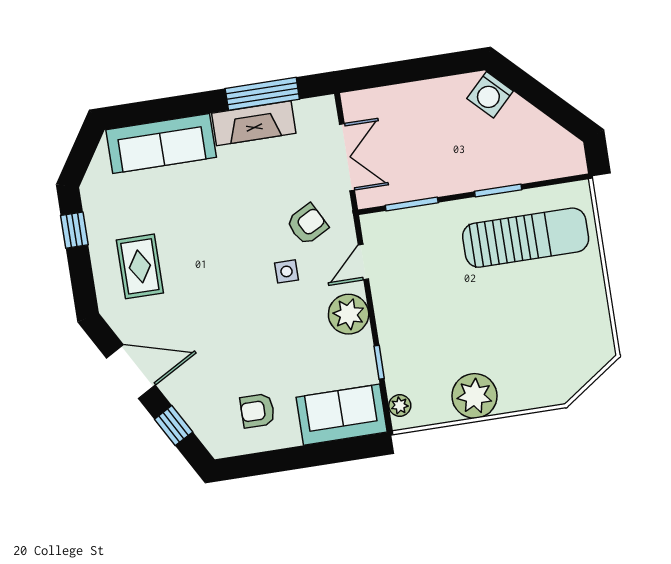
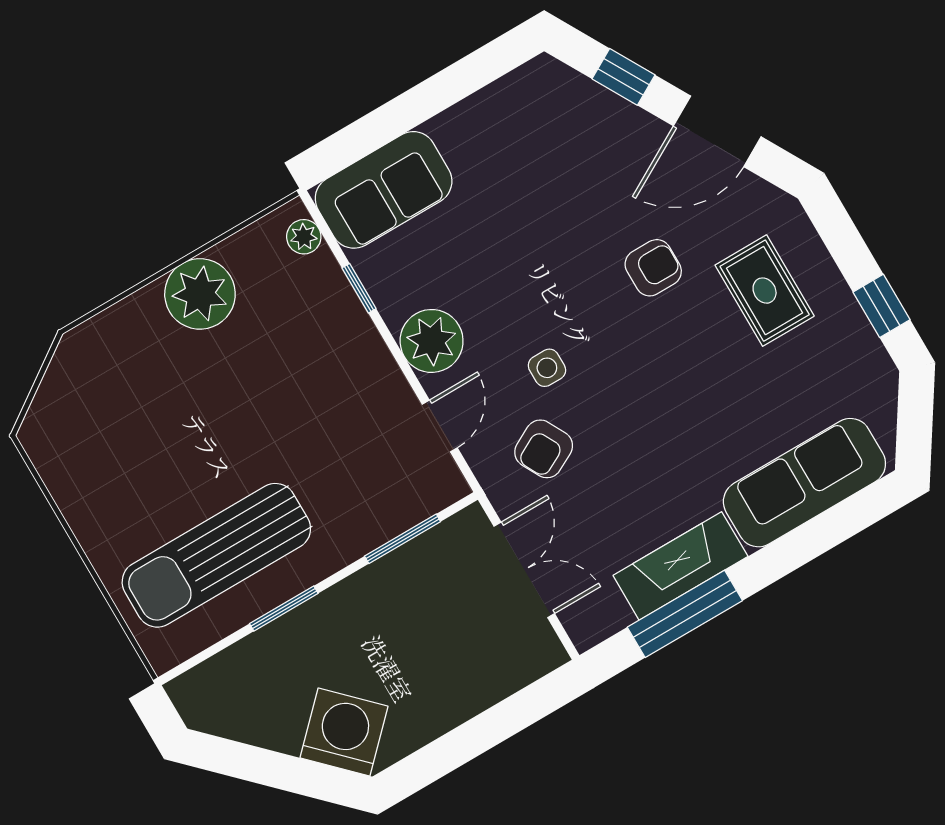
washing machine: (490, 95) -> (344, 732), width x1.37, depth x1.37
double door: (347, 157) -> (524, 570), swing flipped
armchair: (257, 411) -> (653, 268), moved

